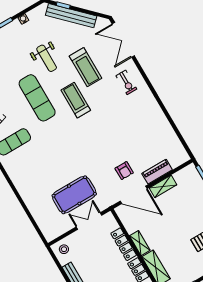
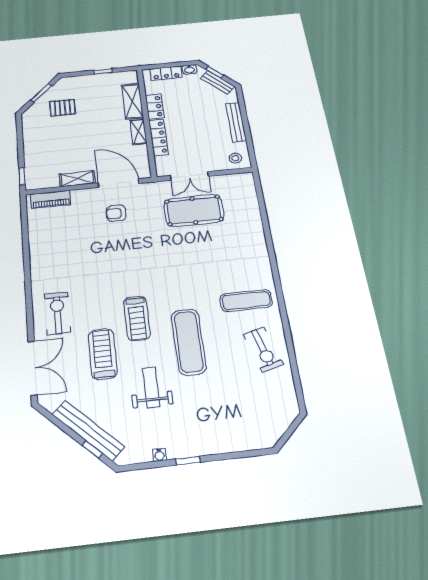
exercise bike: (126, 82) -> (58, 313), width x1.38, depth x1.39
armchair: (124, 171) -> (116, 213), turned -90
piano: (157, 172) -> (51, 199), moved

